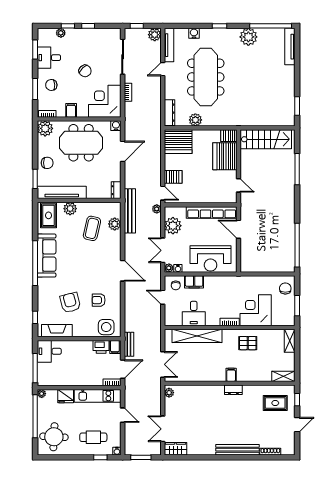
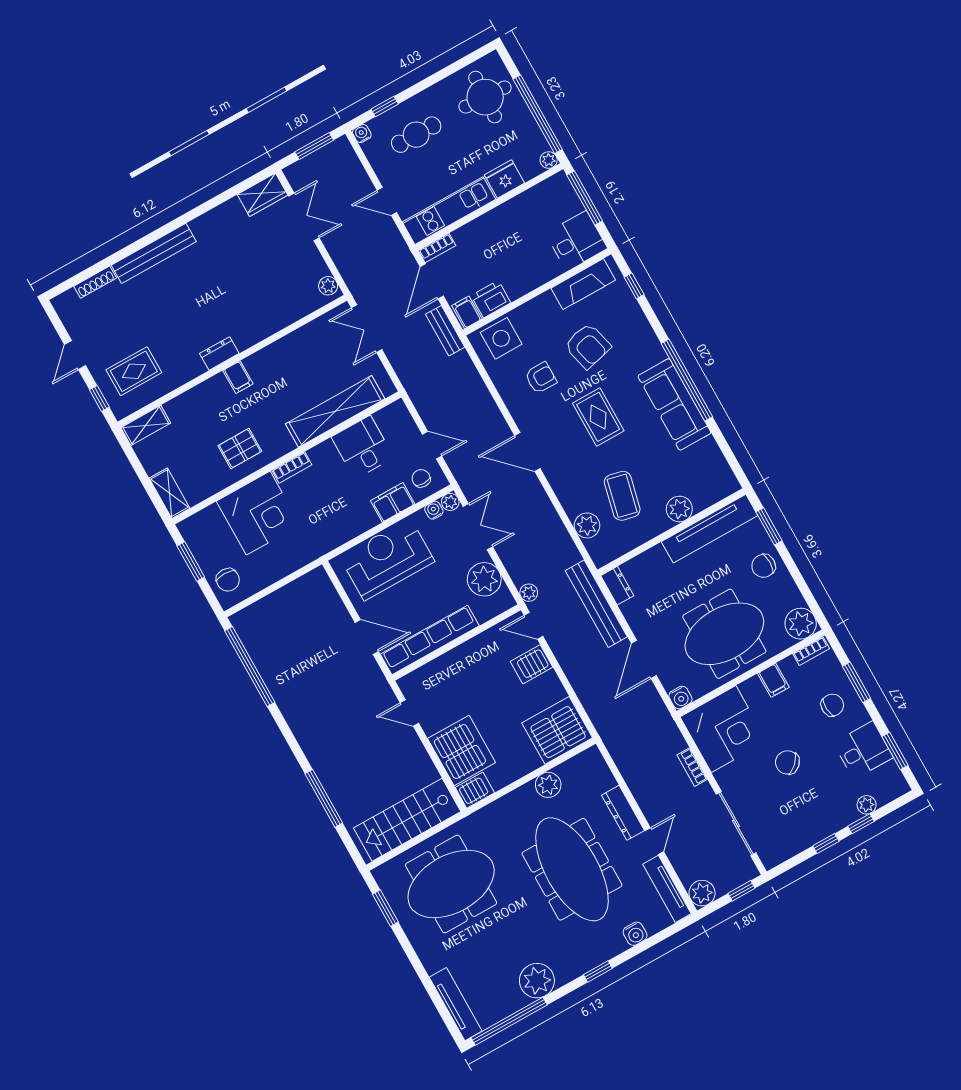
meeting table: (262, 100) -> (451, 884), added
dresser: (170, 113) -> (623, 813), moved
bench: (130, 211) -> (596, 604), moved
rug: (49, 215) -> (598, 417), moved

